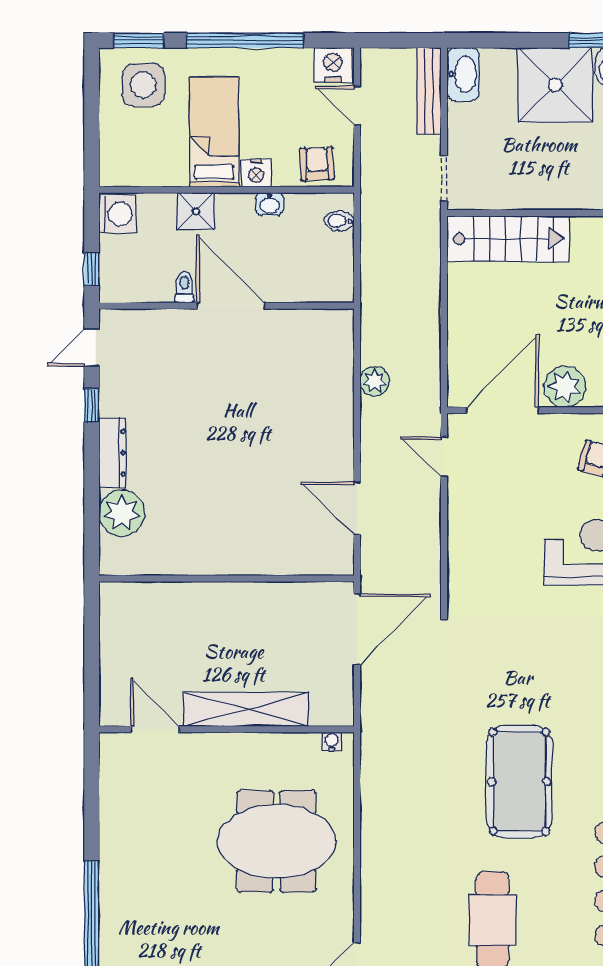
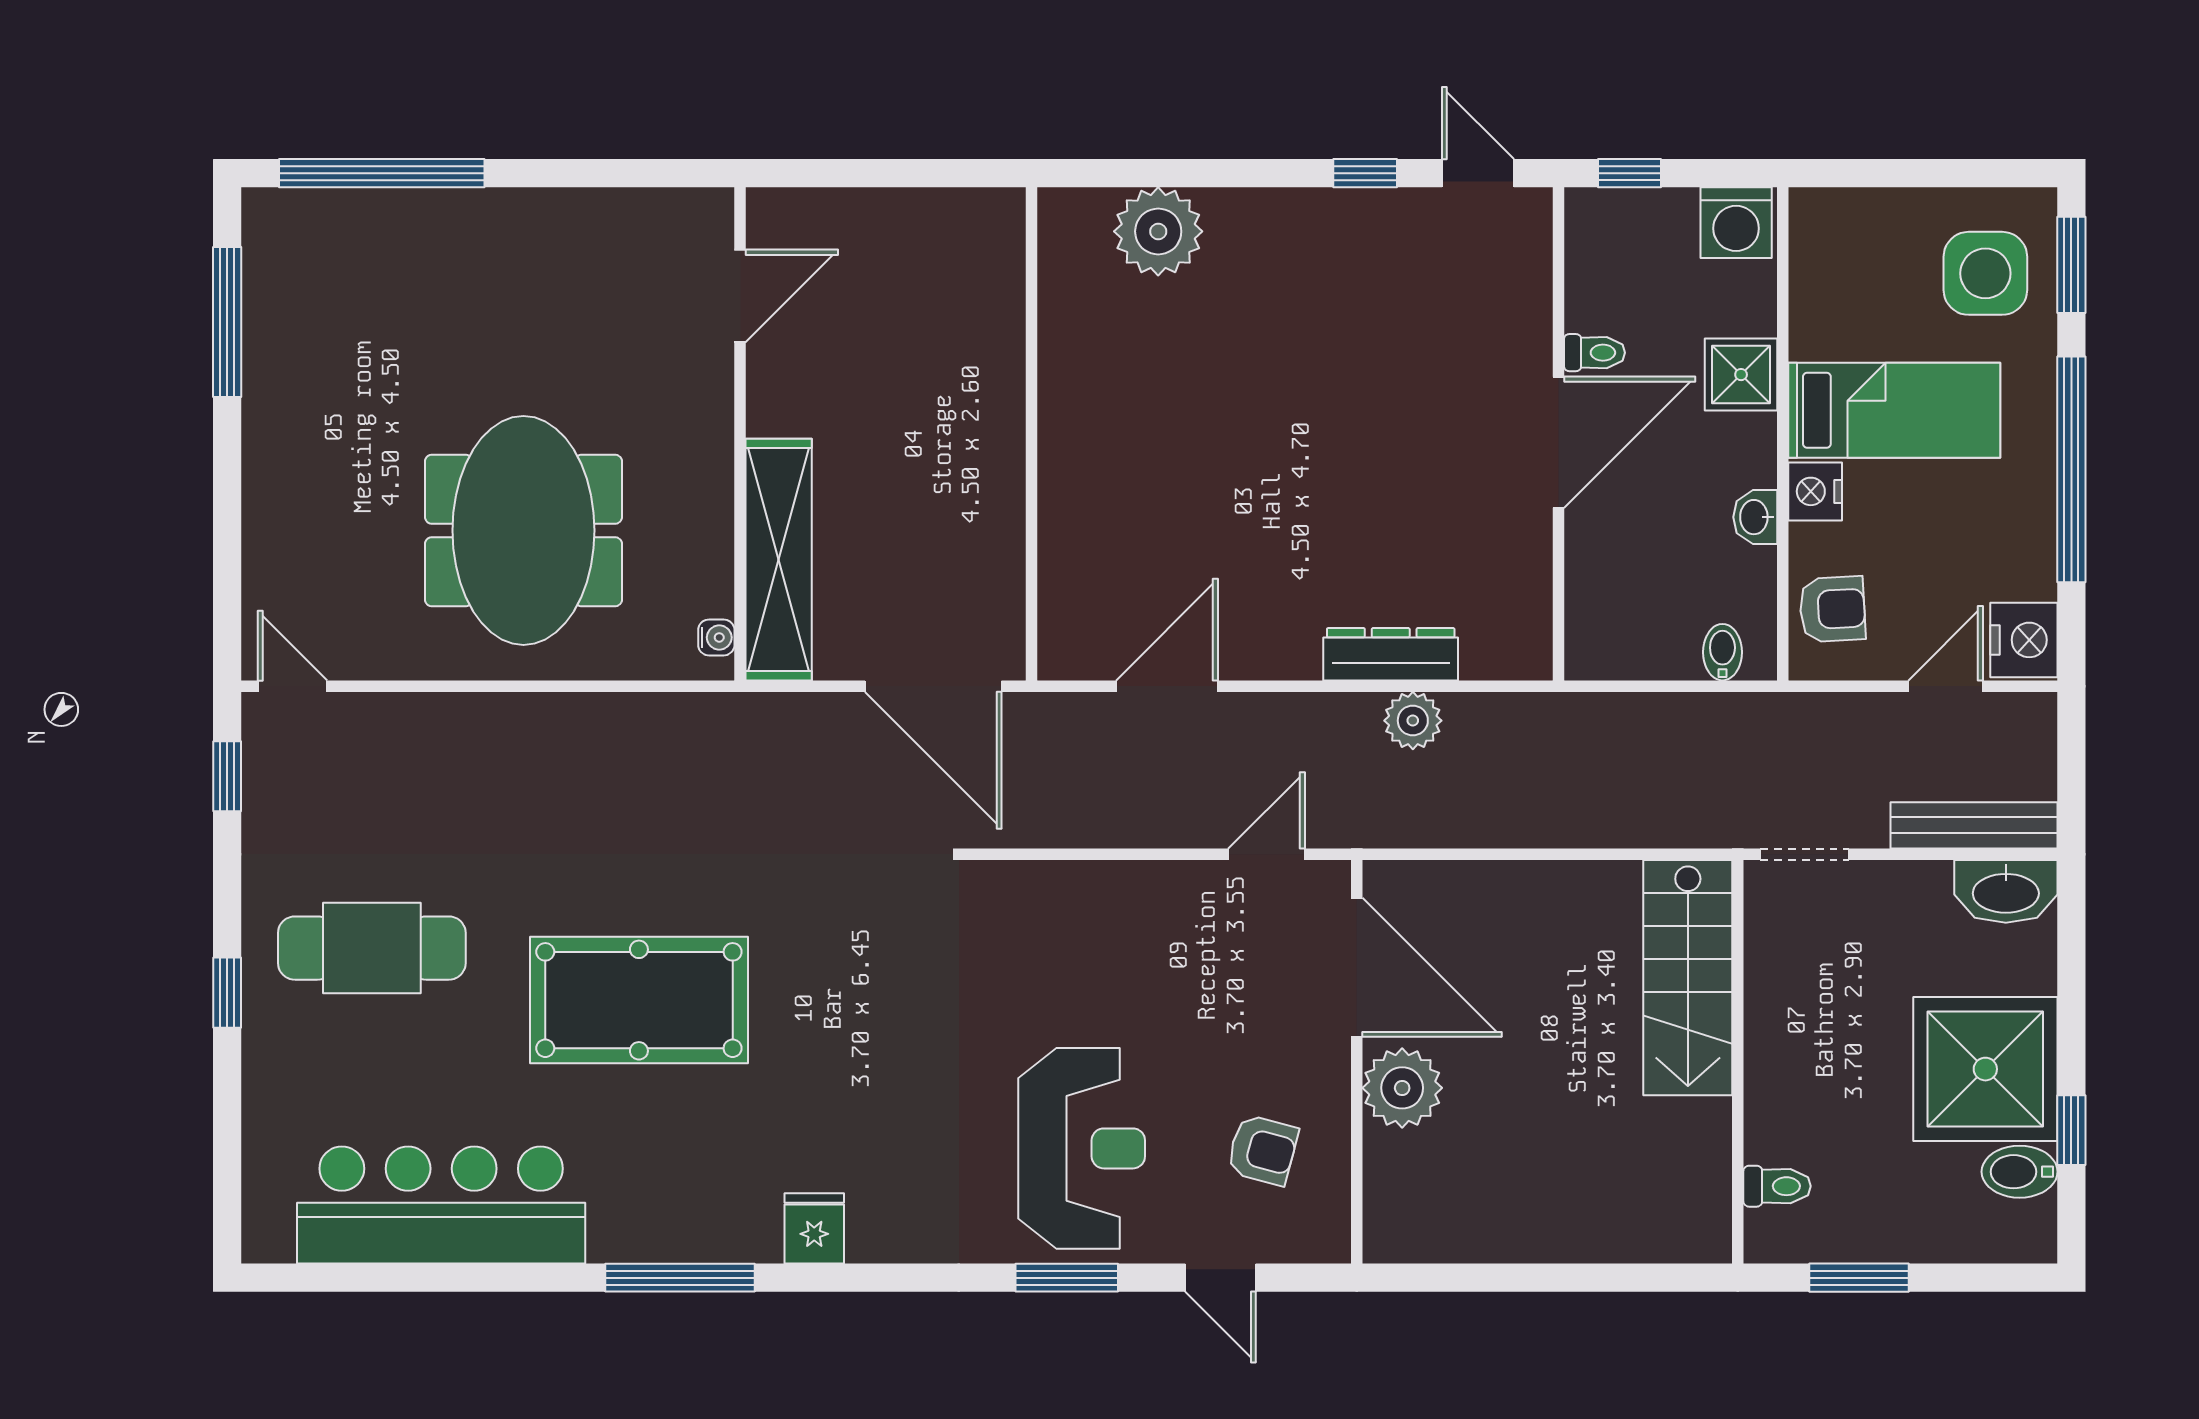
dresser: (112, 453) -> (1391, 654), moved, turned 180
shelving: (246, 709) -> (779, 560), moved

